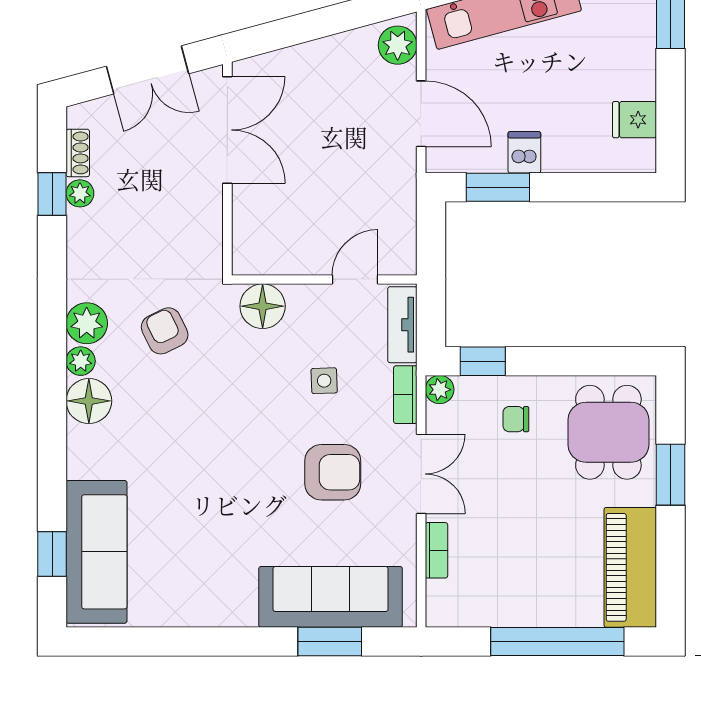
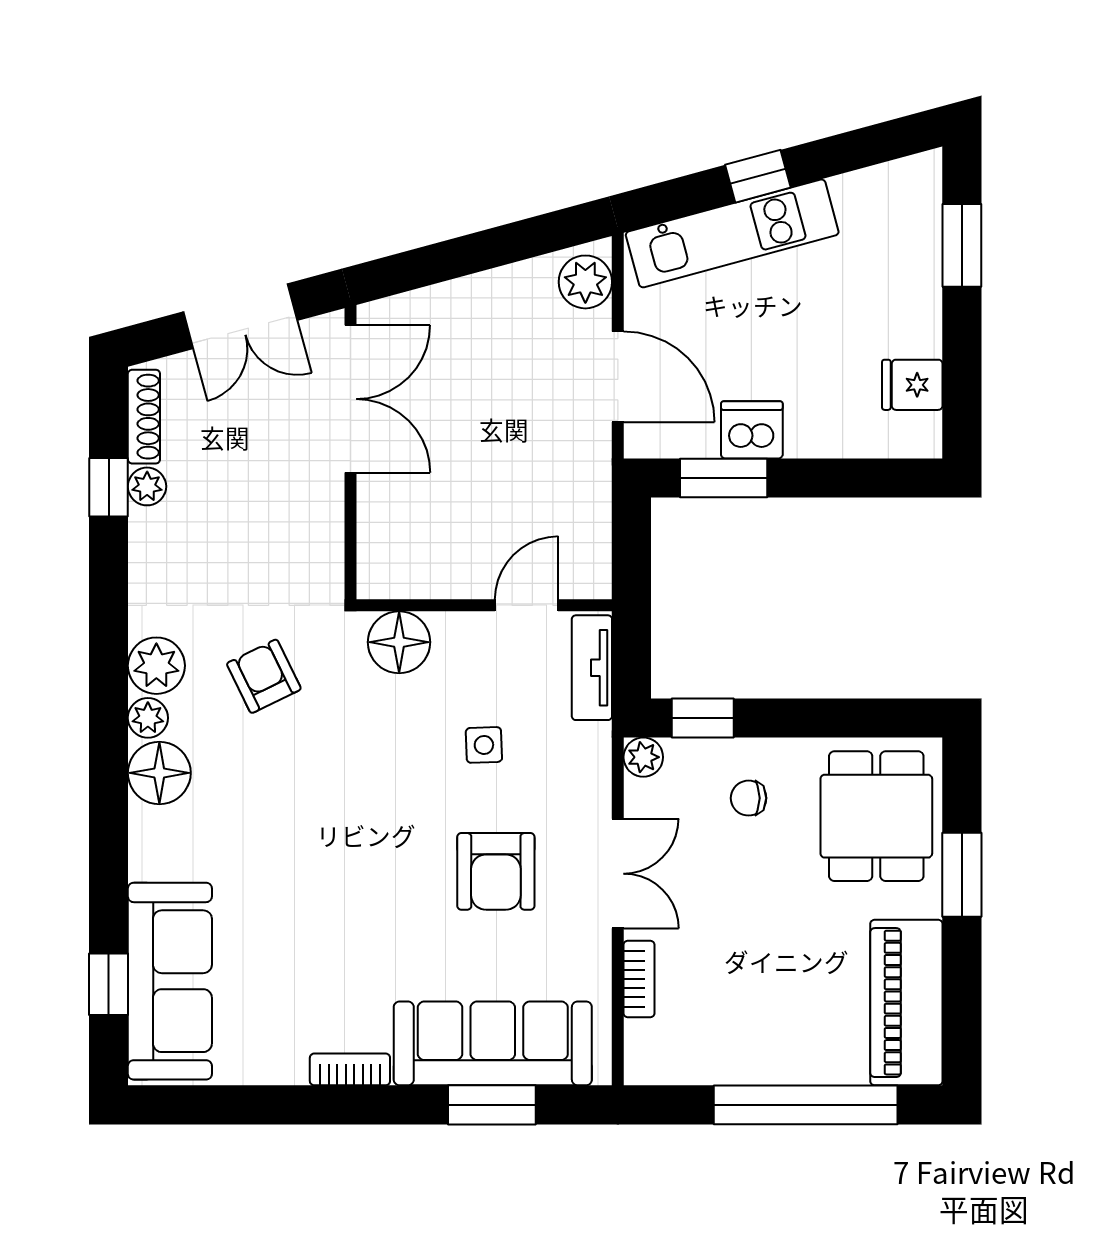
dishwasher: (524, 152) -> (752, 430), width x1.38
shoe rack: (78, 153) -> (144, 417), width x1.43
bookcase: (405, 395) -> (350, 1069), moved, turned 90
armchair: (333, 472) -> (496, 871), turned 90

